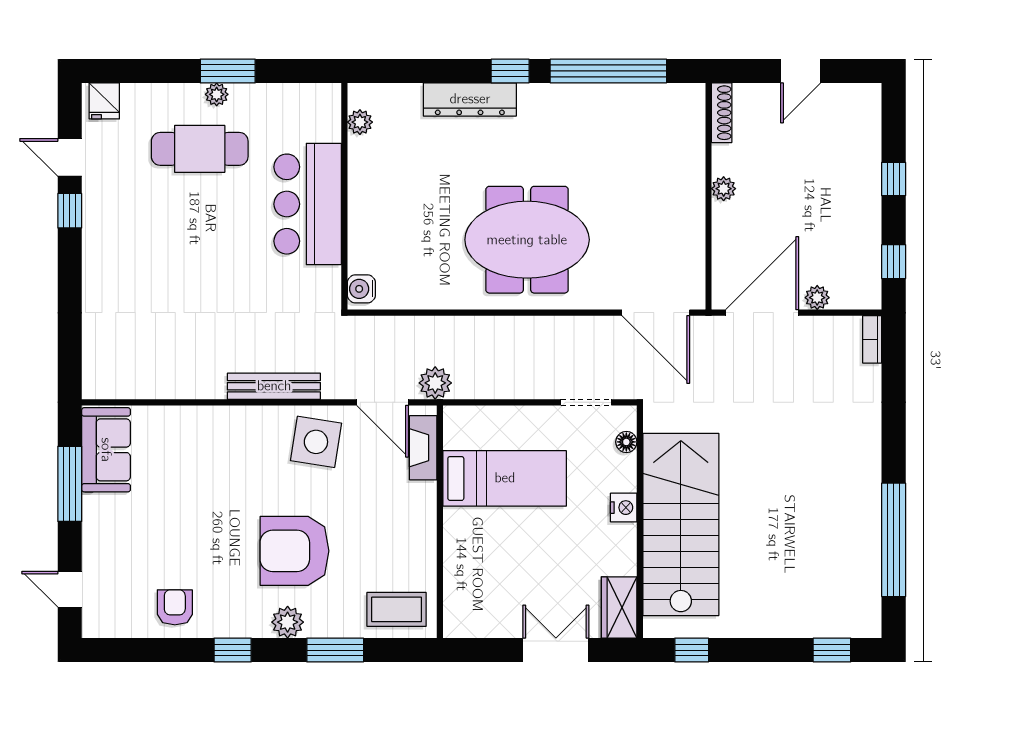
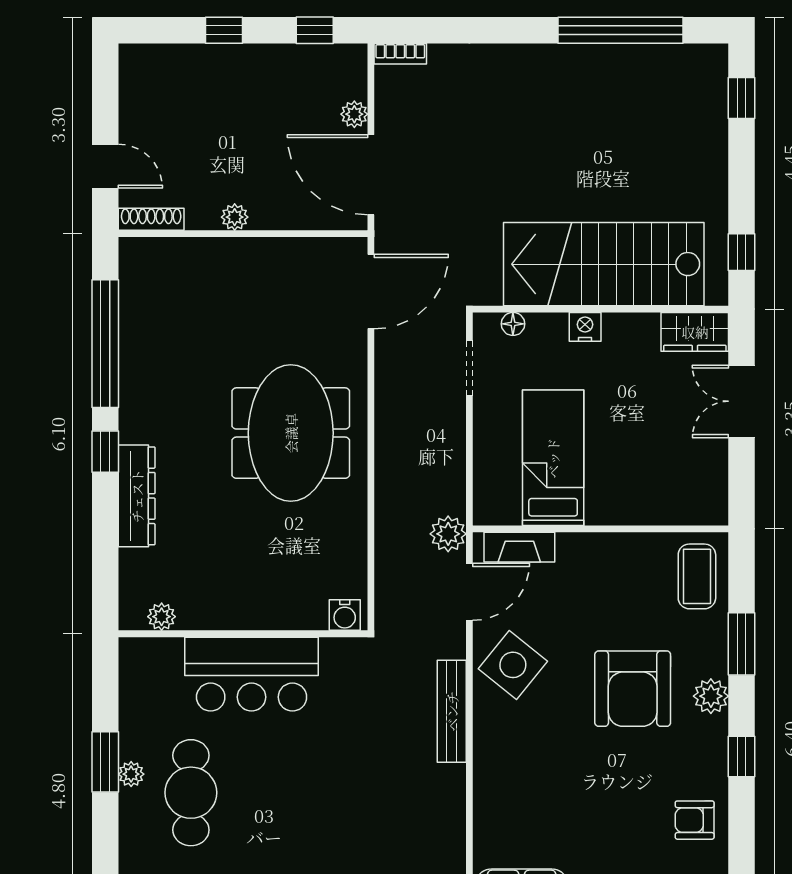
door: (801, 71) -> (105, 166), moved
side table: (316, 442) -> (513, 665), turned 30

